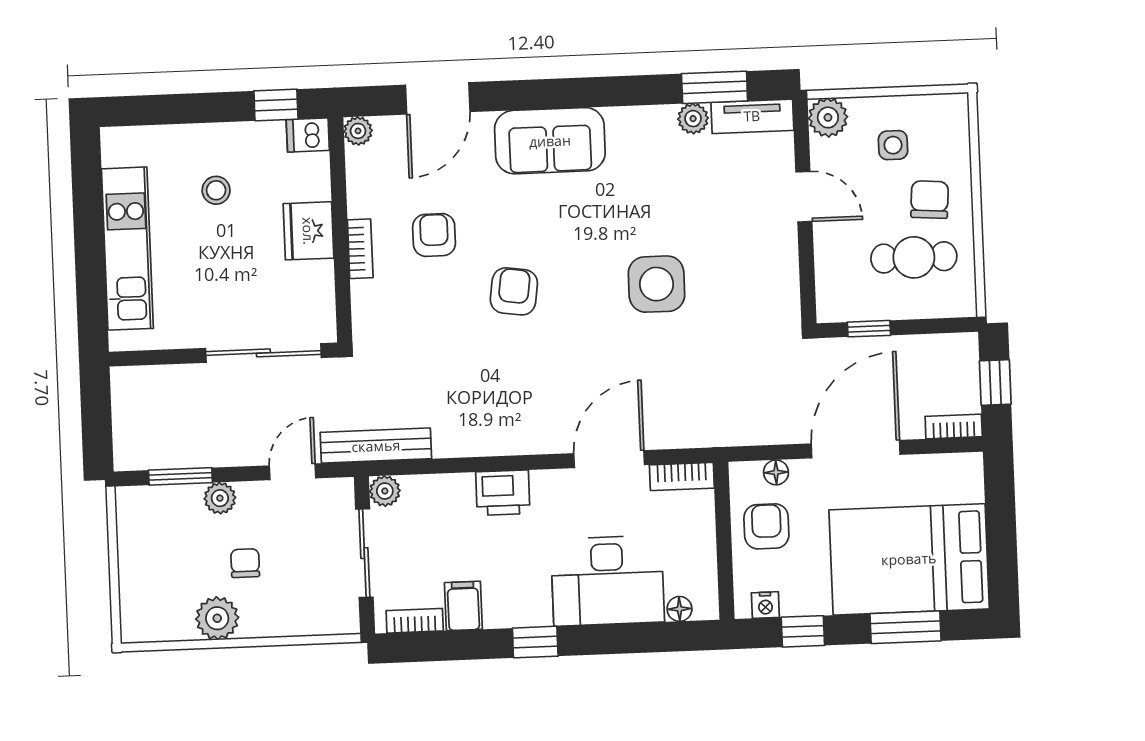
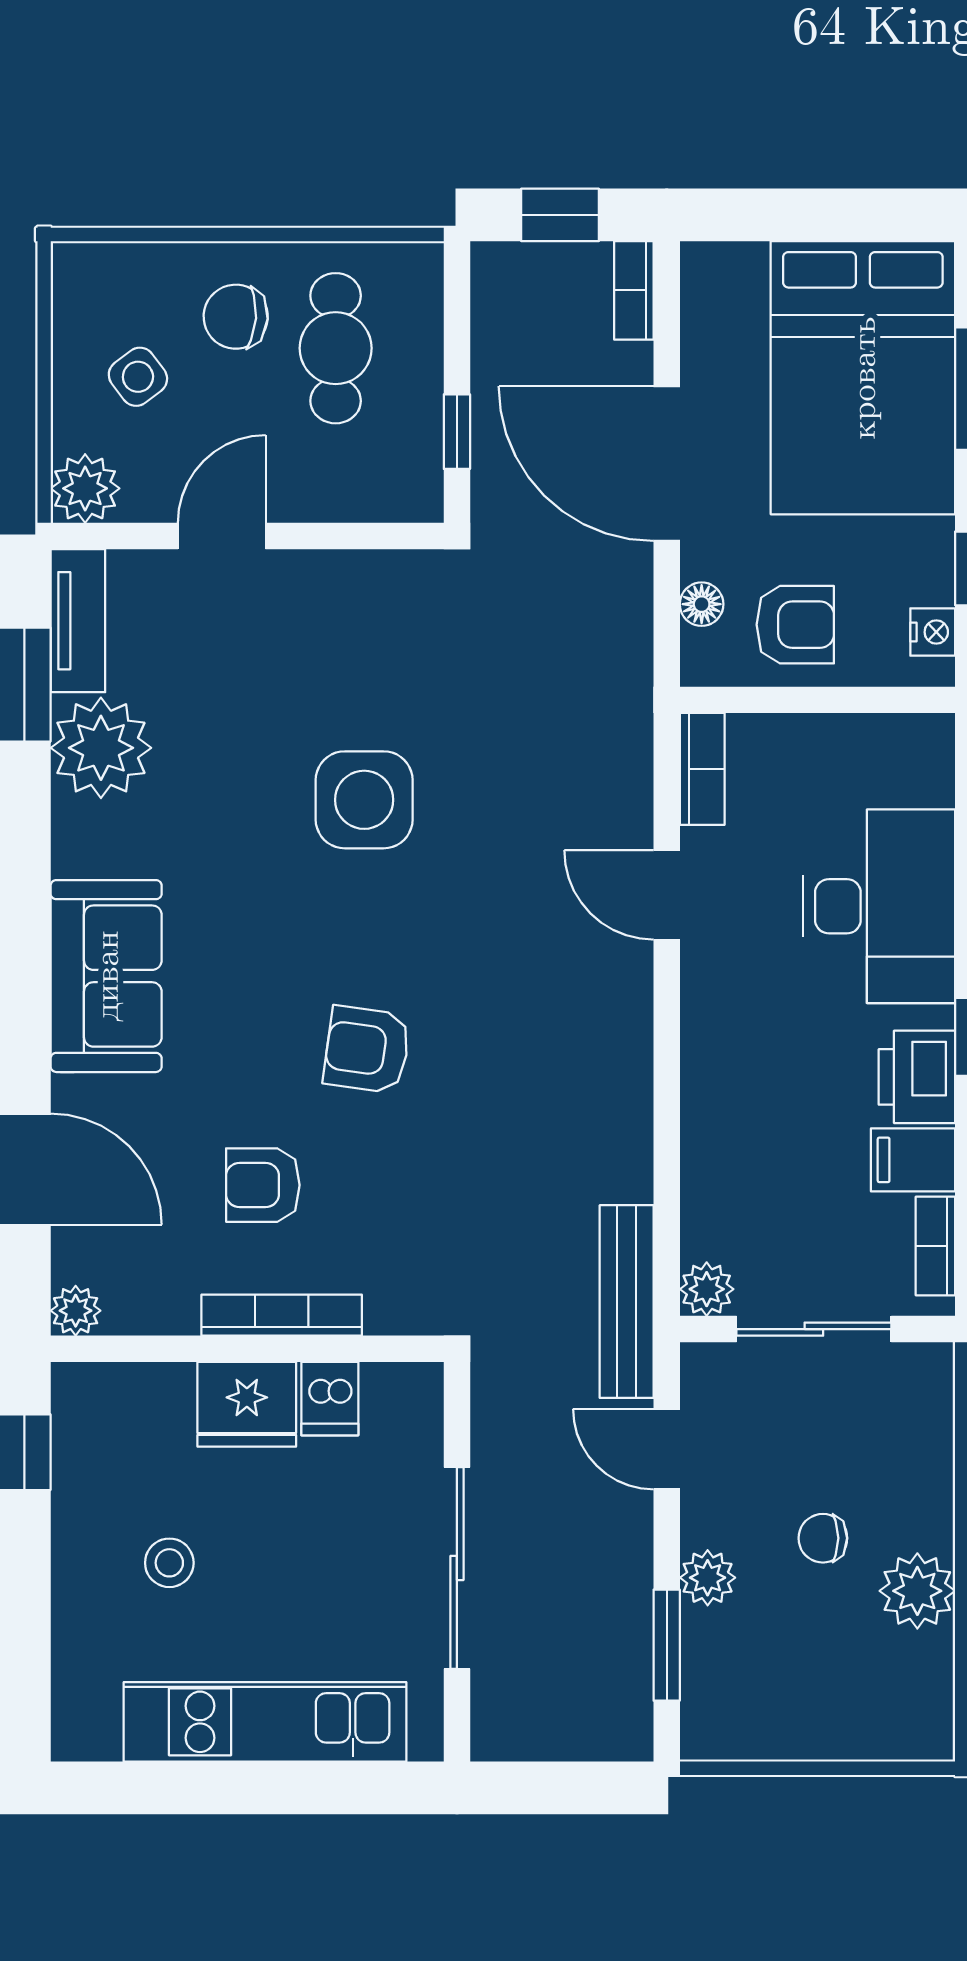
plant: (693, 119) -> (101, 748), width x1.88, depth x1.88
dishwasher: (308, 135) -> (330, 1399), moved
side table: (893, 145) -> (138, 377), turned -37
bookcase: (360, 249) -> (282, 1315), width x1.56
sliding door: (263, 353) -> (457, 1568), moved
door: (609, 459) -> (667, 895), width x0.73
printer: (503, 493) -> (917, 1077), moved, turned 180
armchair: (766, 526) -> (795, 625), turned 180
floor lamp: (679, 609) -> (933, 782), removed

